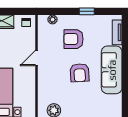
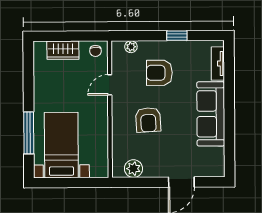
door: (36, 58) -> (110, 85), moved
armchair: (80, 73) -> (148, 120), moved

